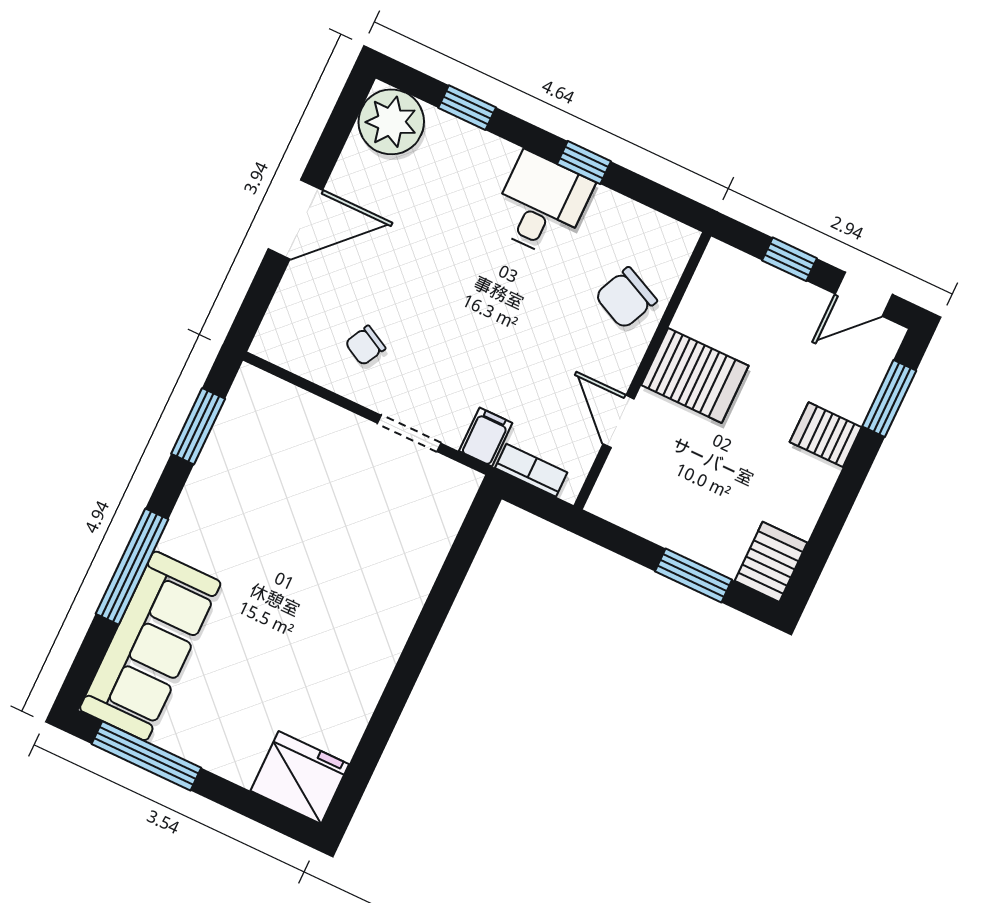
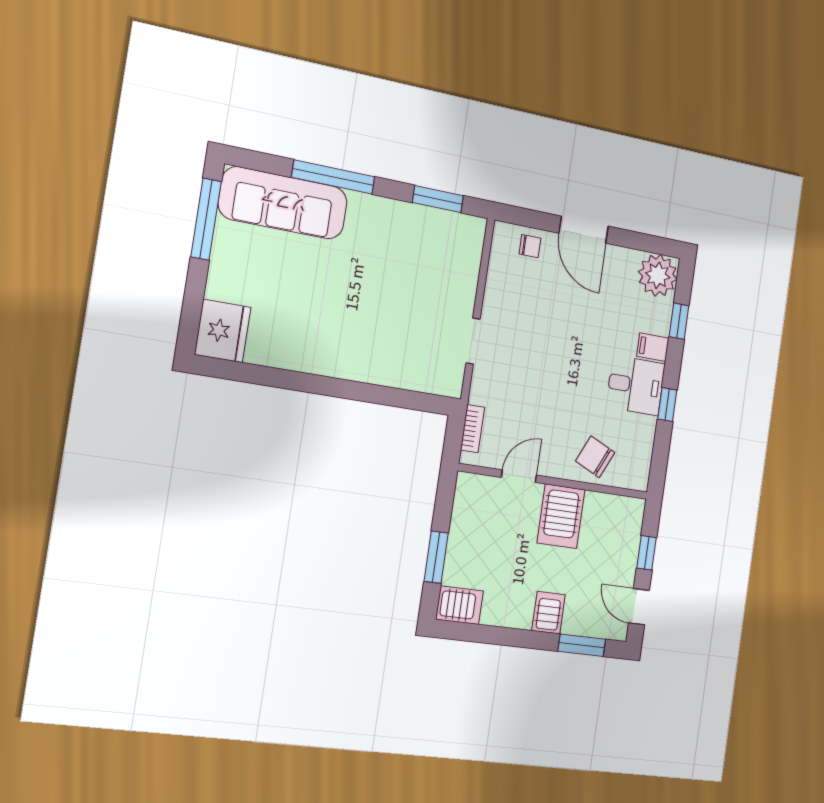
chair: (365, 345) -> (530, 246), moved, turned 152
filing cabinet: (486, 437) -> (653, 347), moved, turned 180

